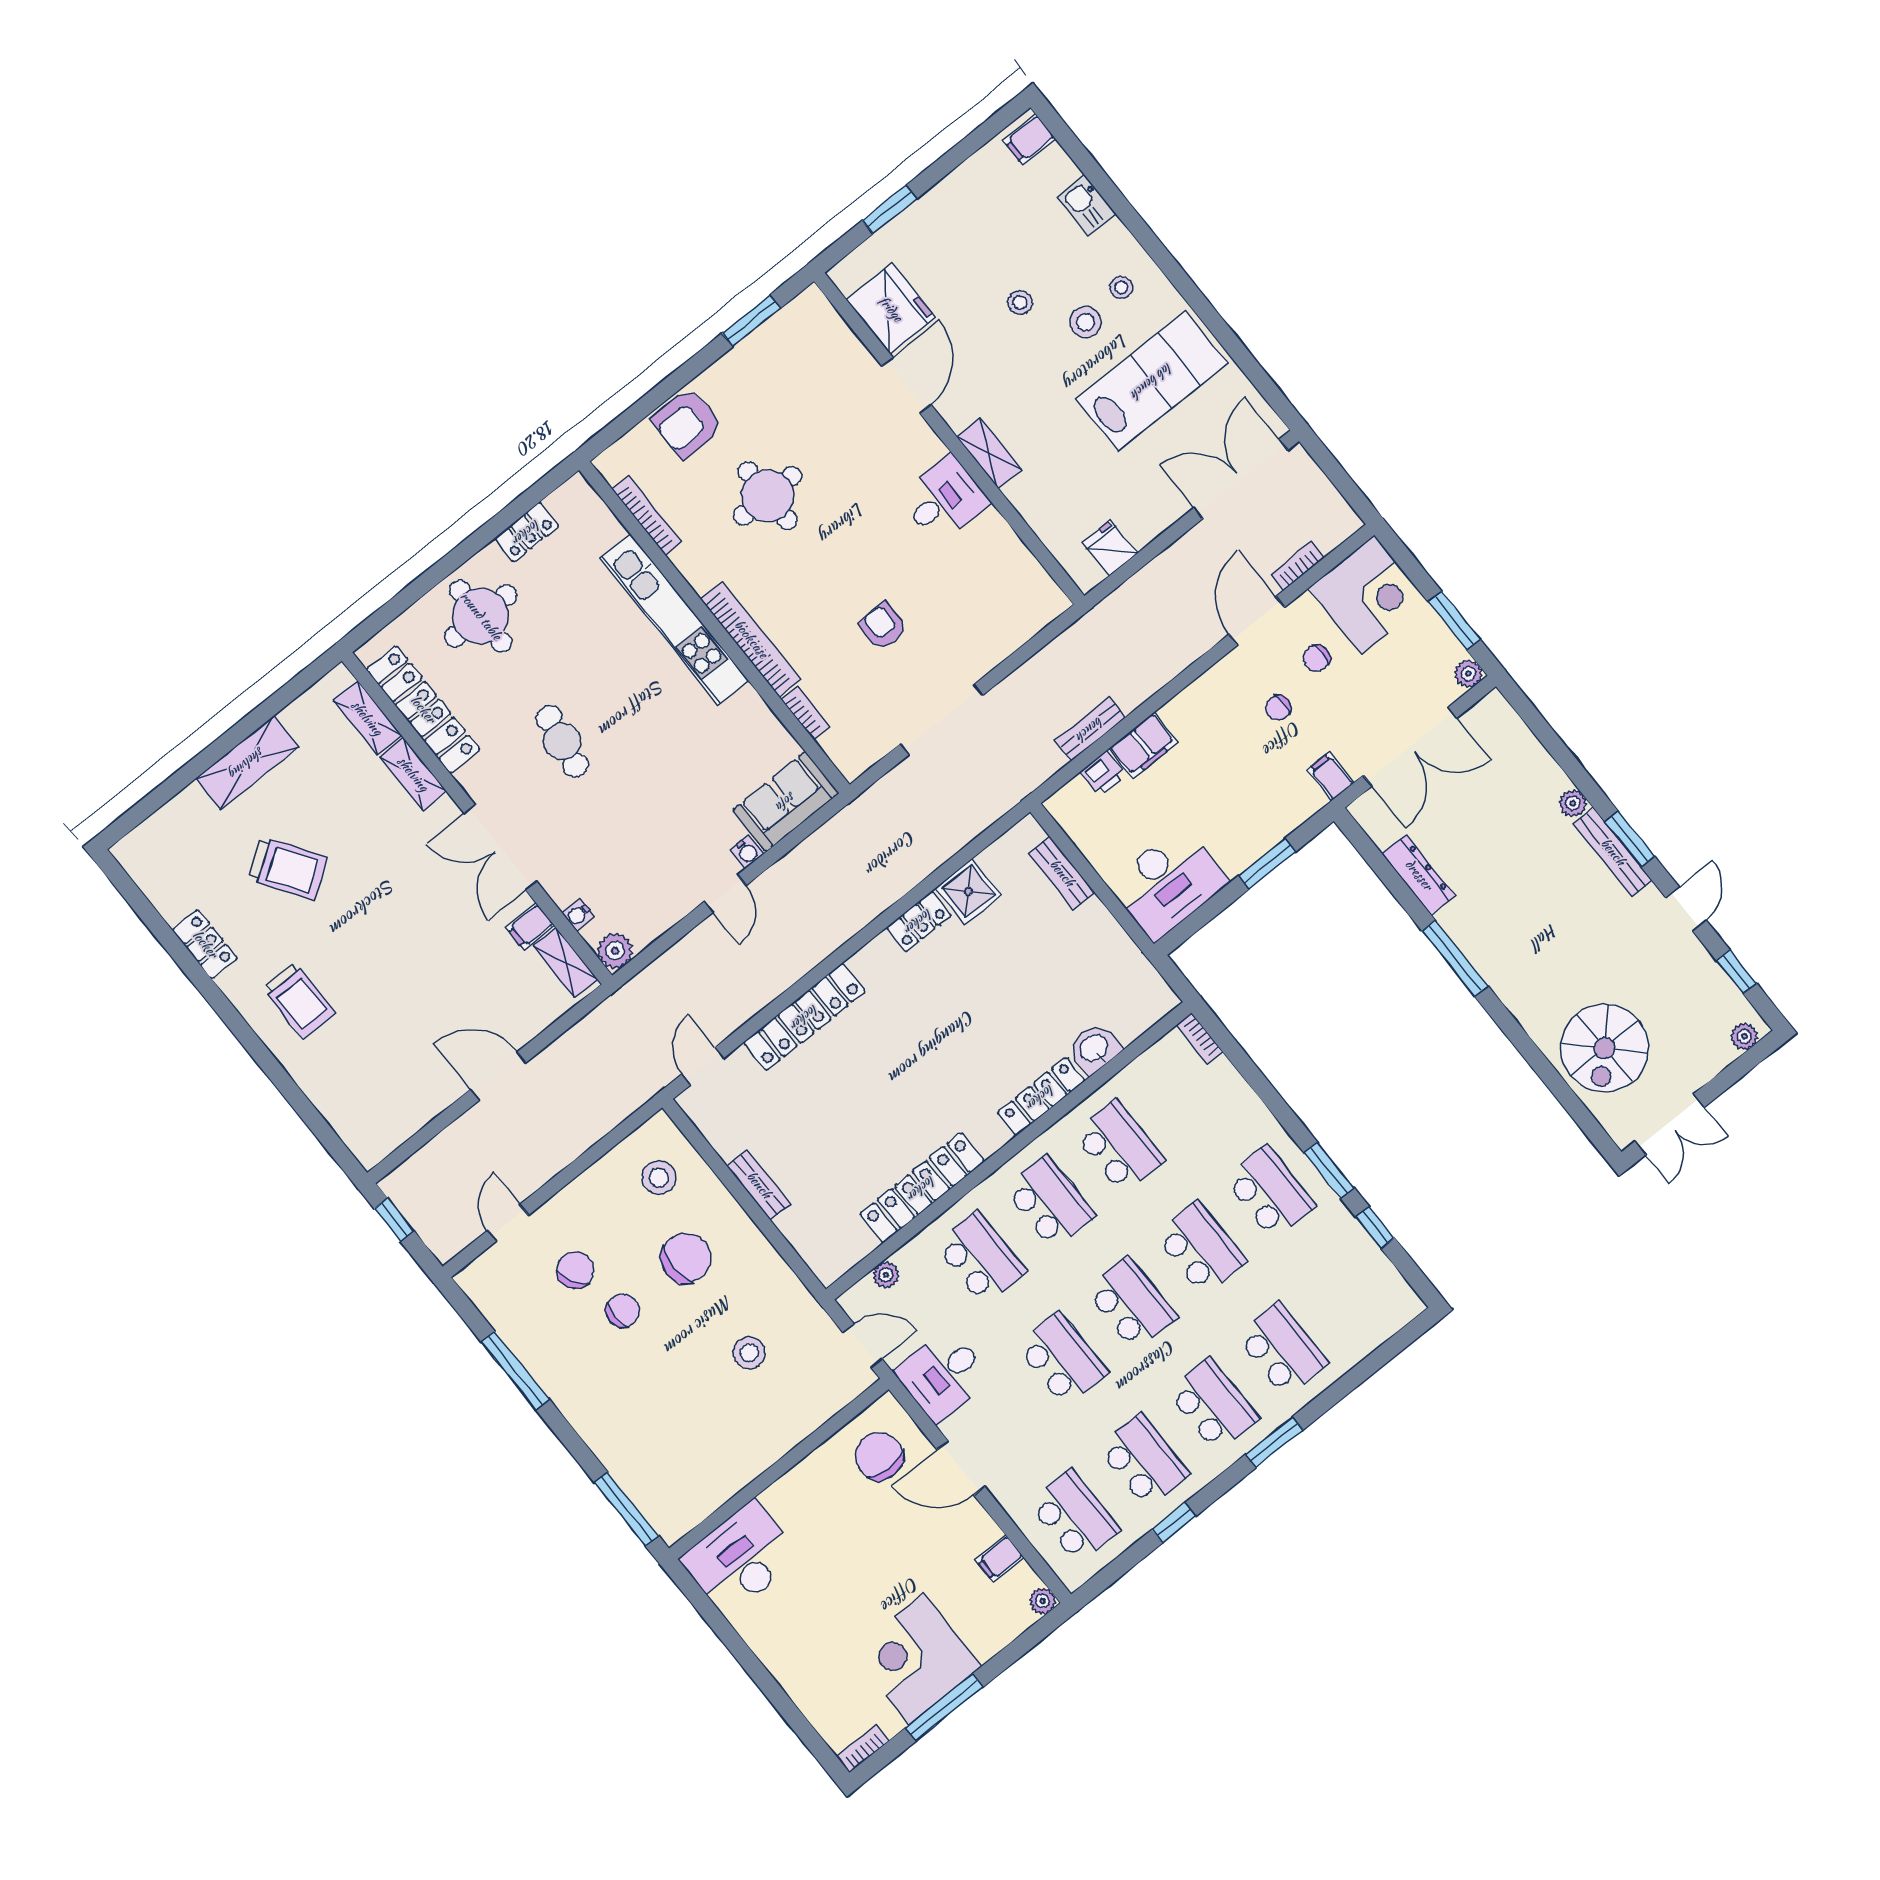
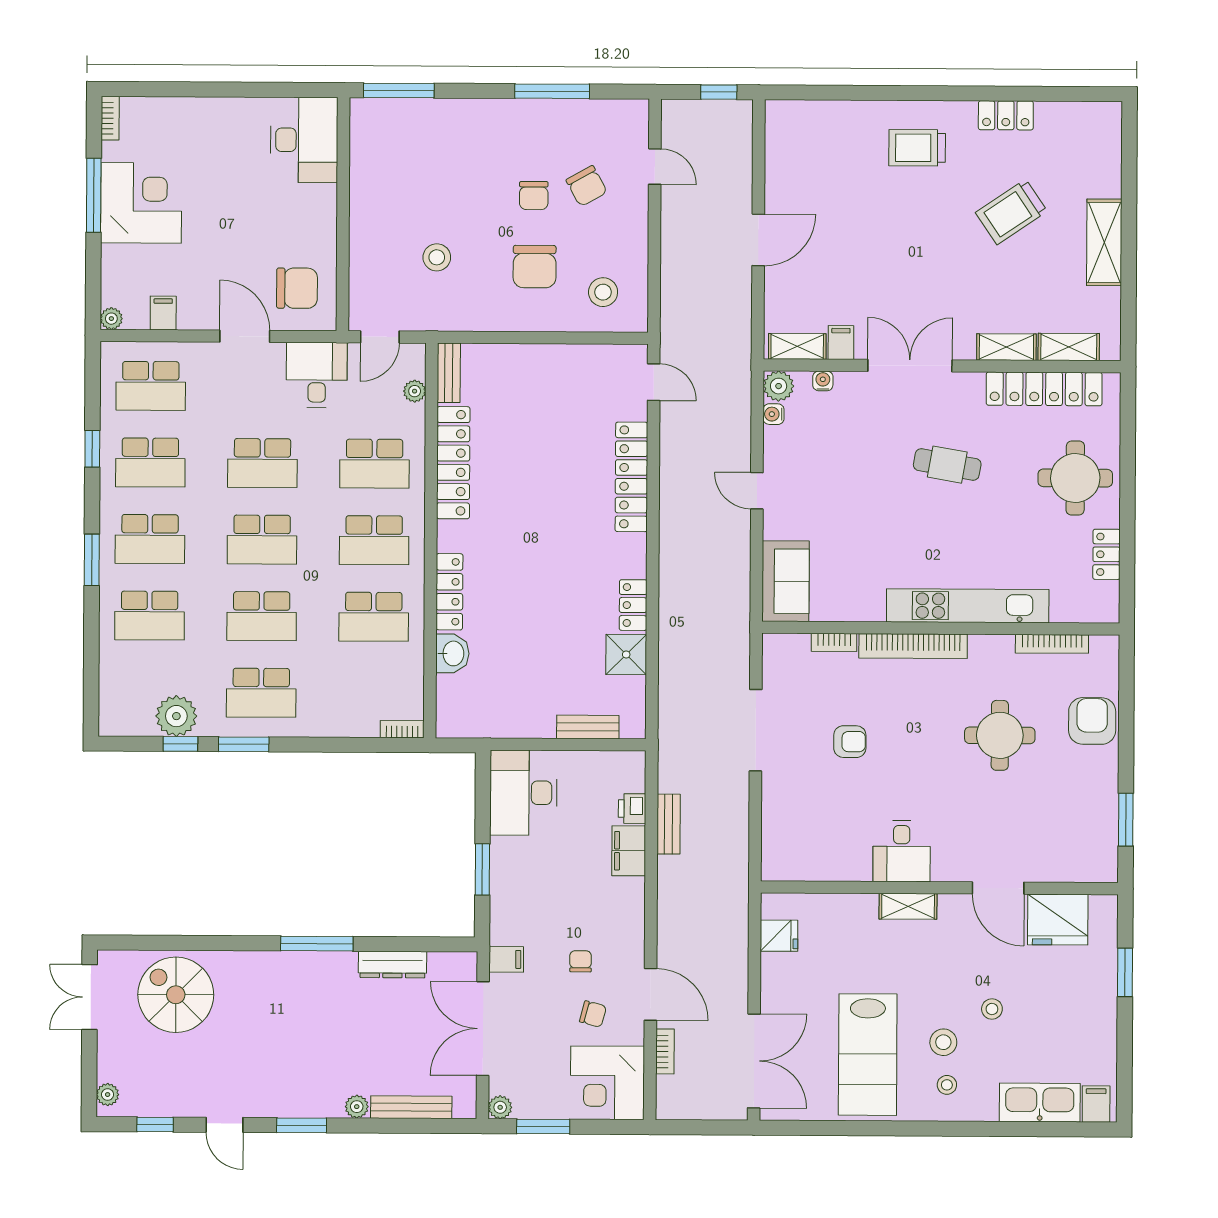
kitchen sink: (1086, 205) -> (1040, 1103), width x1.88, depth x1.24
chair: (1316, 658) -> (593, 1014), turned 105
water cooler: (747, 852) -> (774, 414), moved
bench: (1613, 852) -> (411, 1107), moved
bench: (759, 1185) -> (449, 373), moved, turned 90
plant: (1353, 1252) -> (176, 716), added
door: (961, 1468) -> (245, 336), hinge flipped

